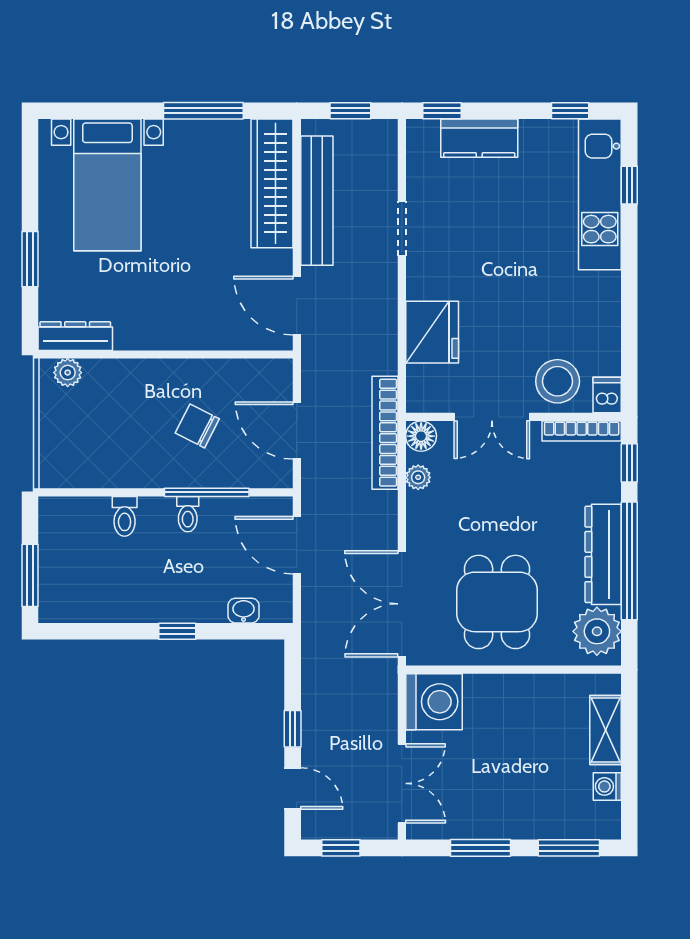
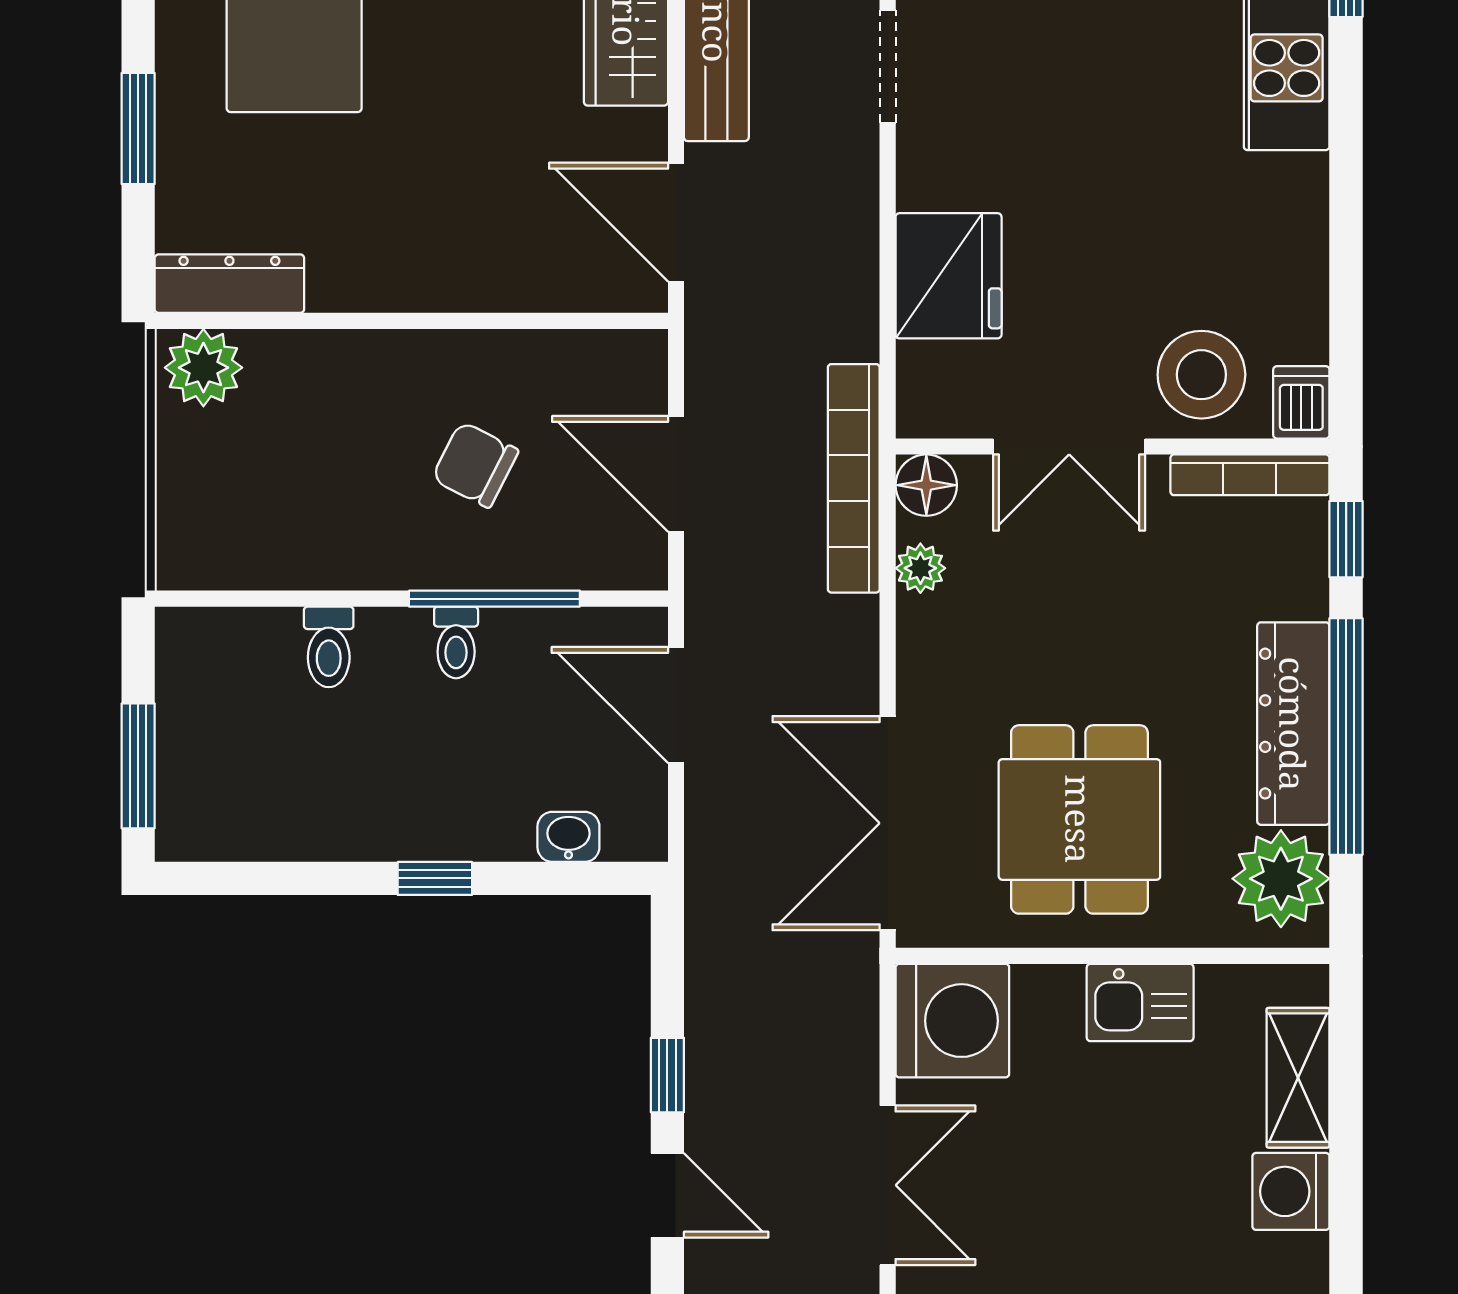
plant: (68, 373) -> (203, 368), width x1.38, depth x1.38
kitchen sink: (527, 693) -> (1140, 1002), added
washing machine: (607, 786) -> (1291, 1191), width x1.38, depth x1.38

